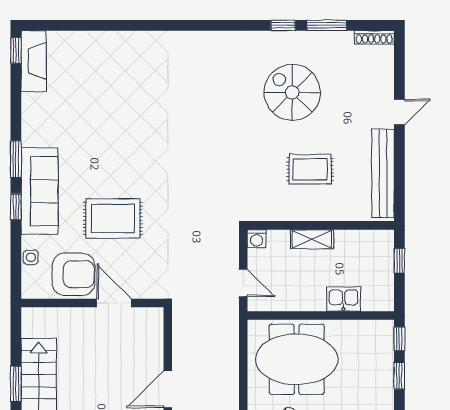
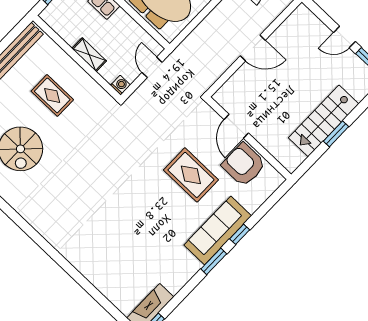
side table: (31, 257) -> (259, 198), removed

